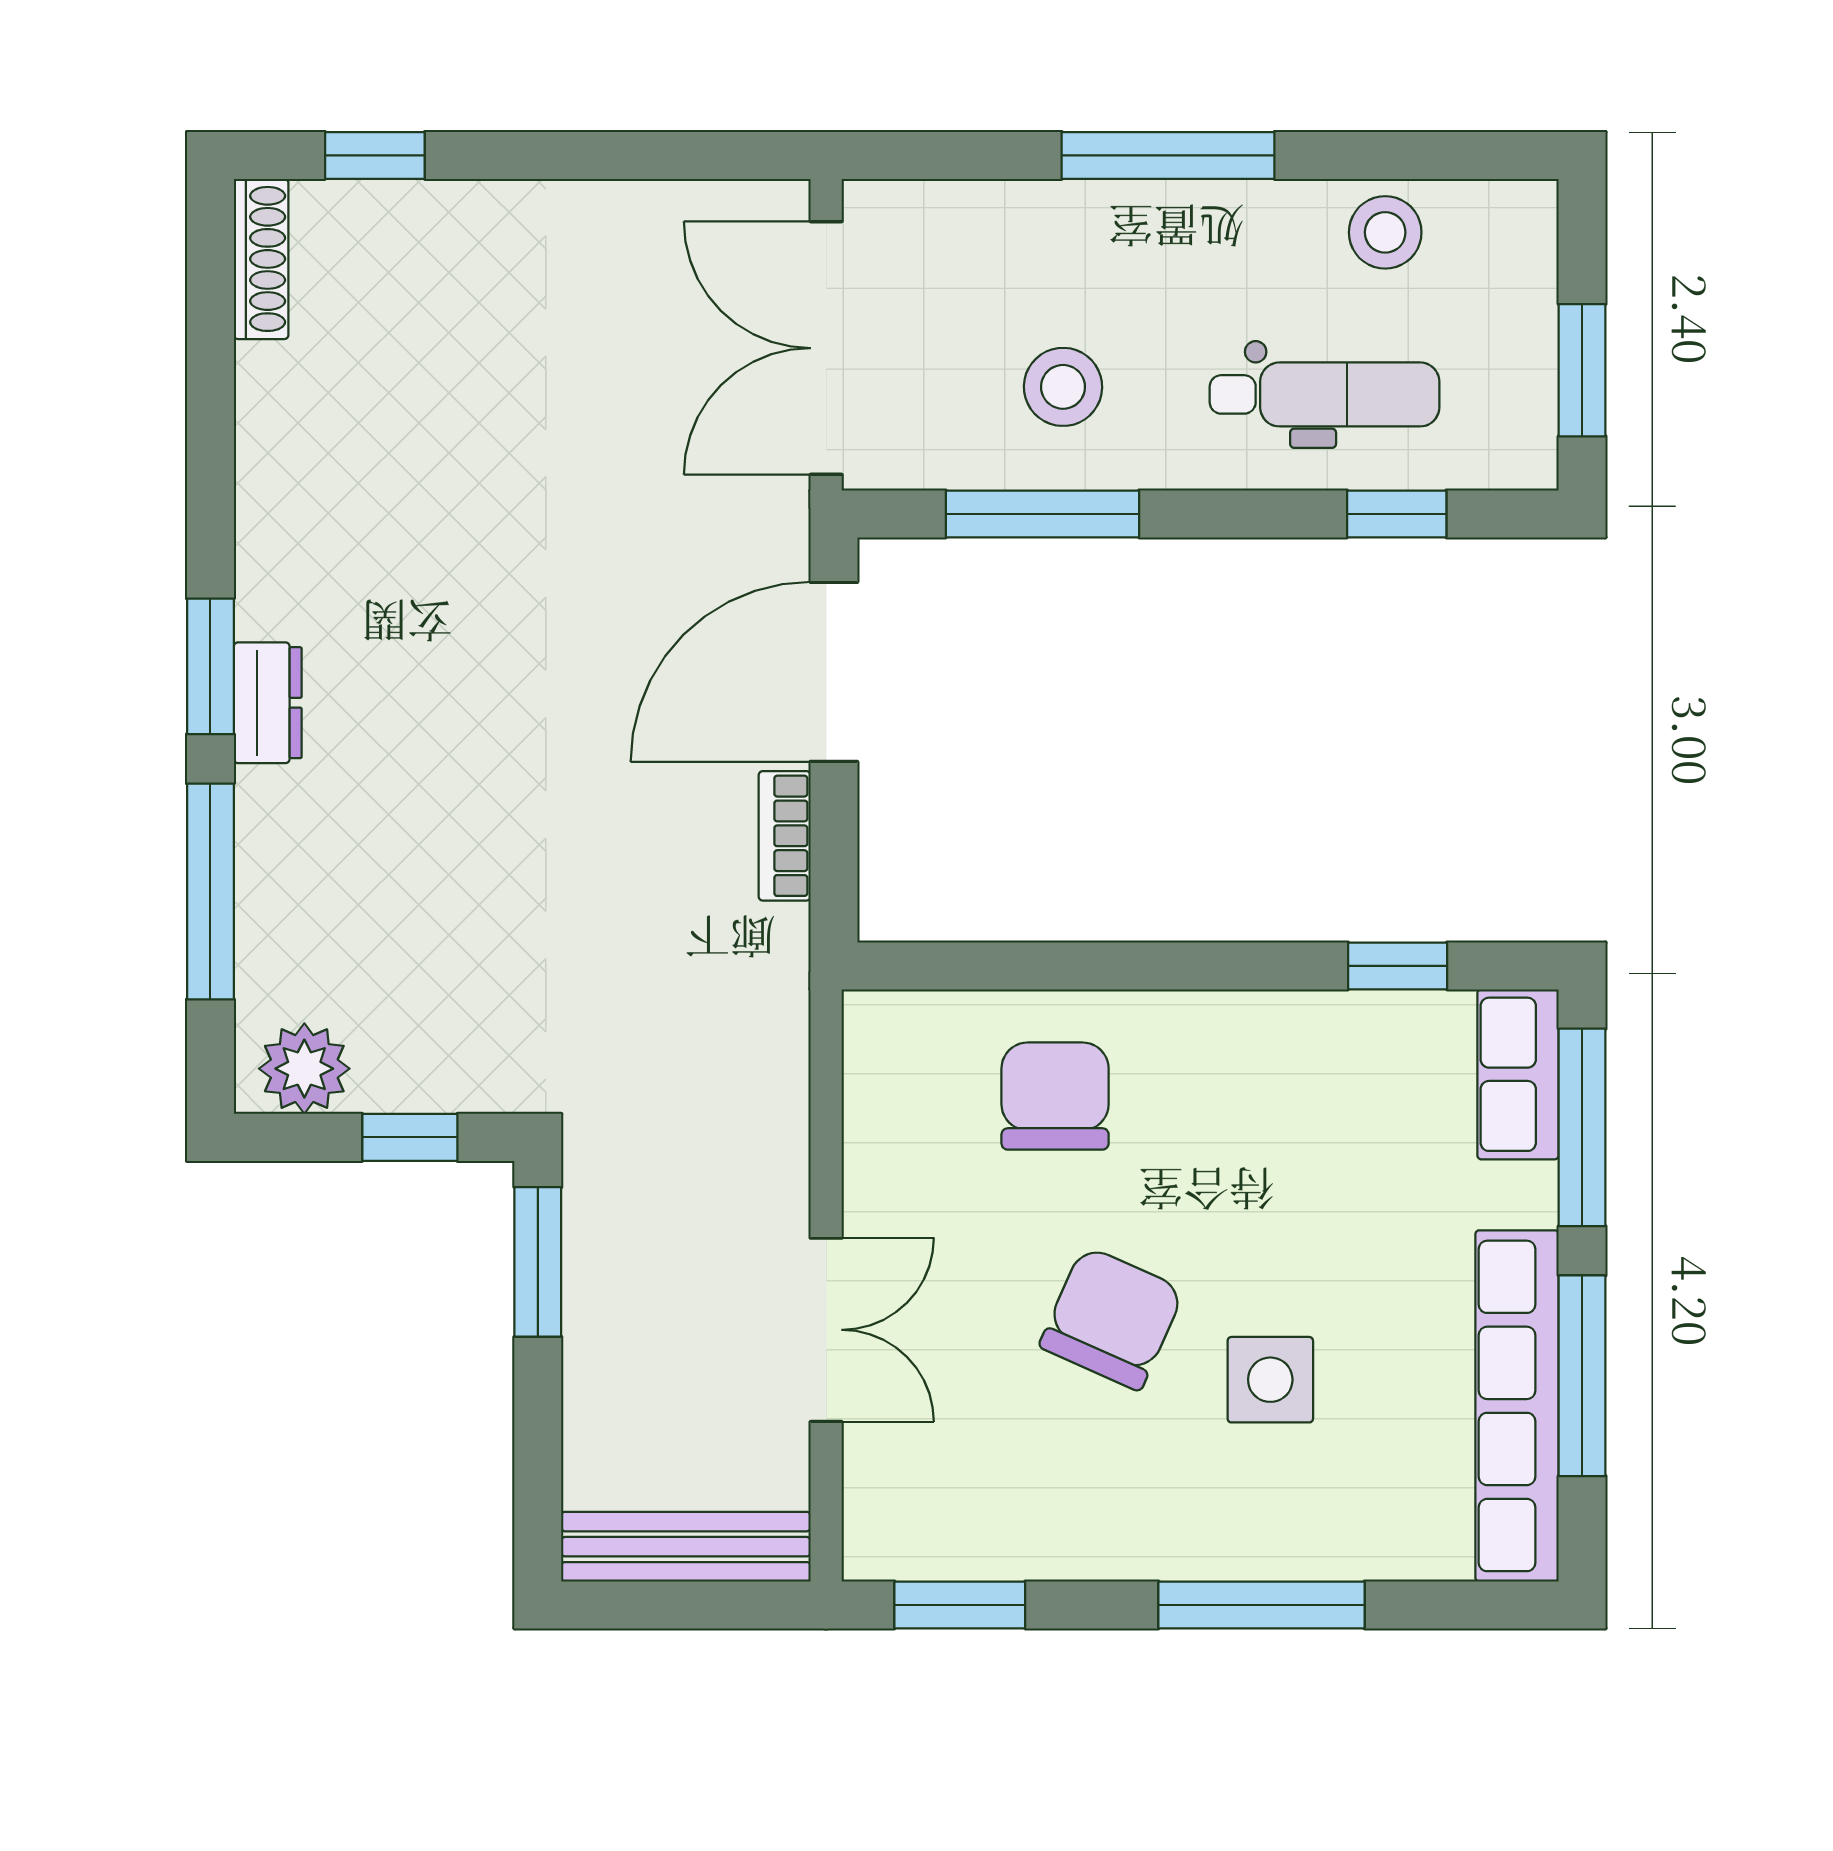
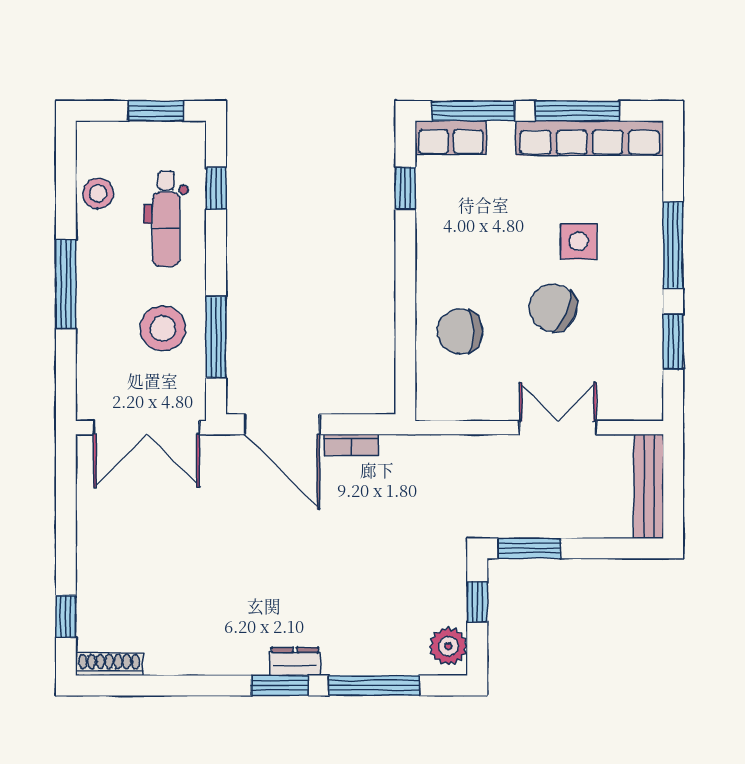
stool: (1063, 387) -> (163, 328), width x1.38, depth x1.38
dental chair: (1325, 394) -> (166, 219), turned 180
window: (960, 1605) -> (673, 342), moved

